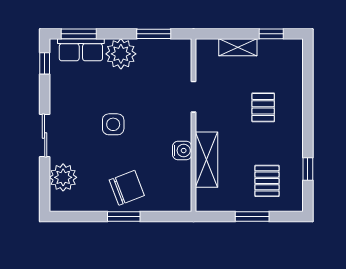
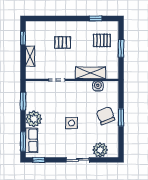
water cooler: (182, 151) -> (98, 86), moved

